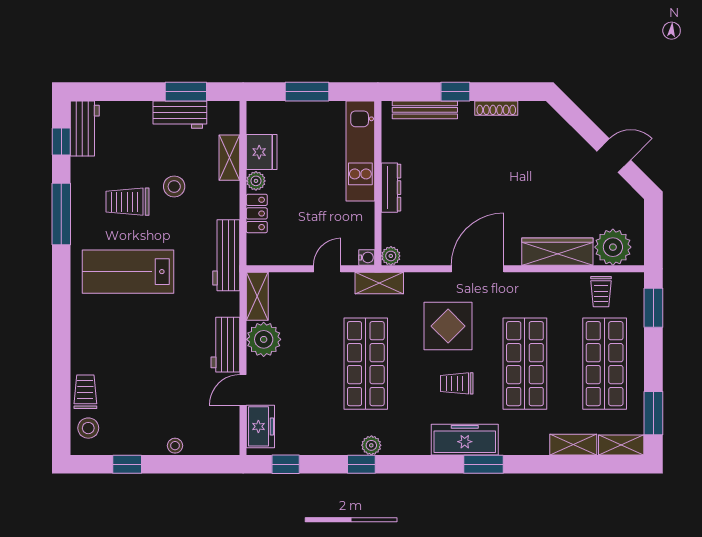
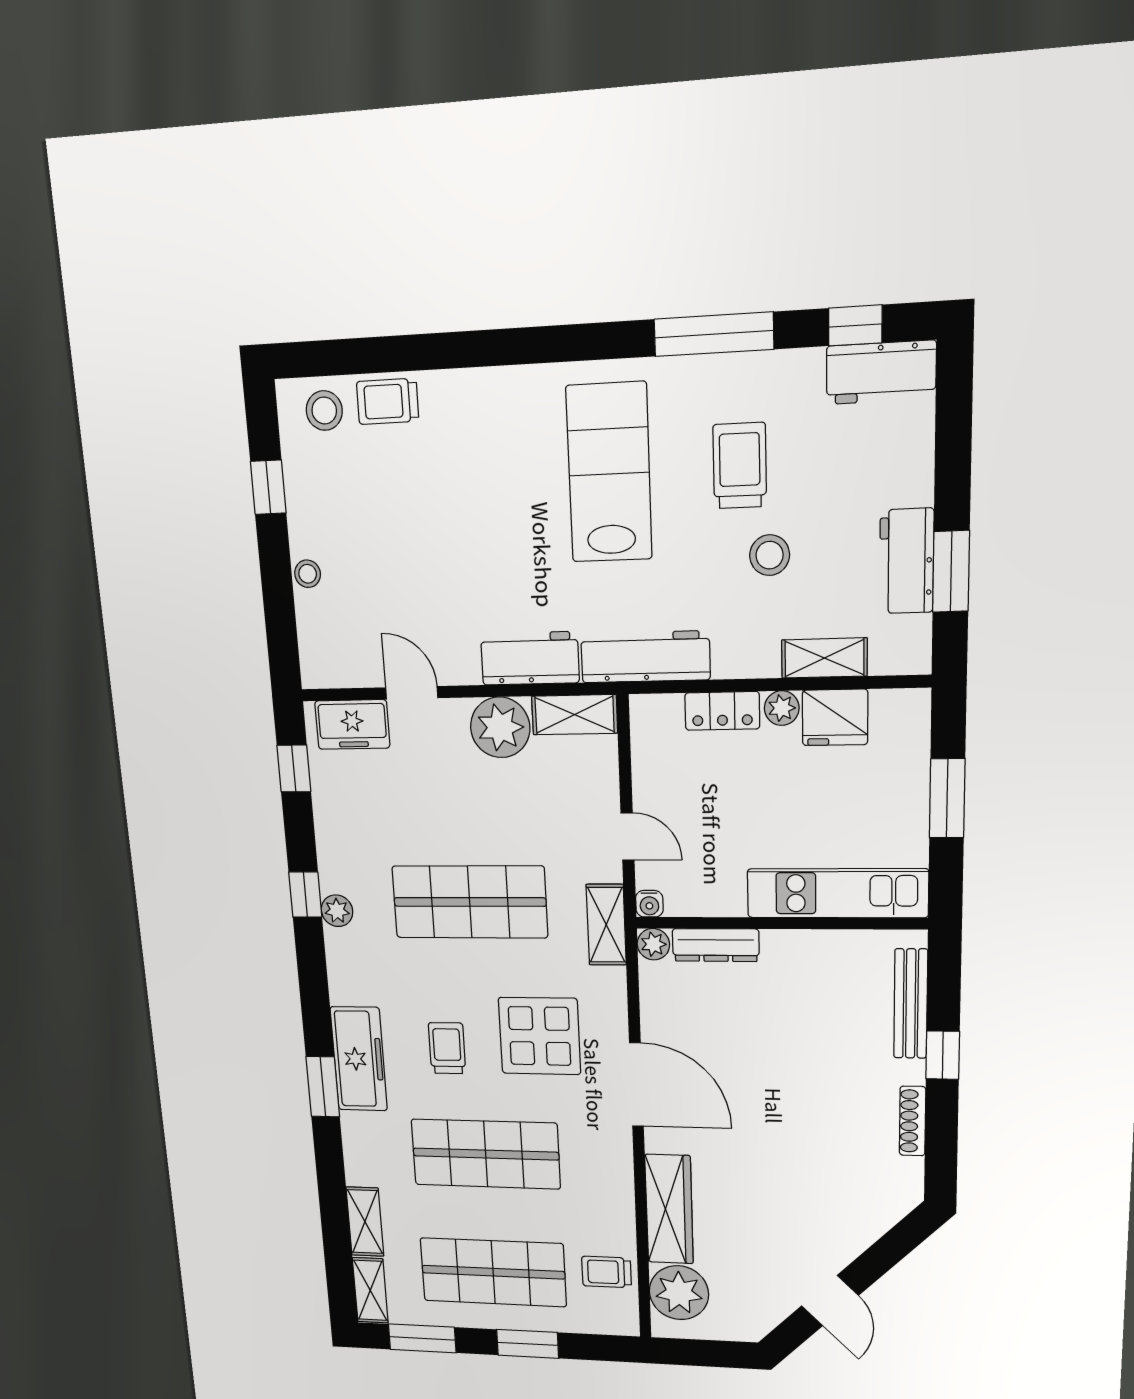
dresser: (391, 188) -> (716, 945), moved
window: (653, 308) -> (528, 1344), moved
workbench: (225, 345) -> (530, 658), moved
trolley: (85, 392) -> (388, 401), turned 180

